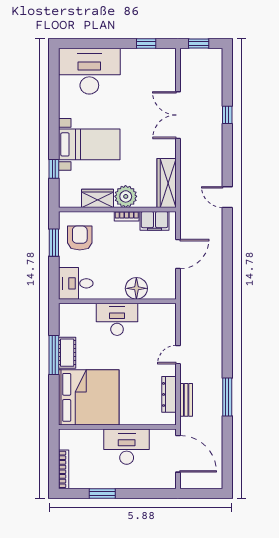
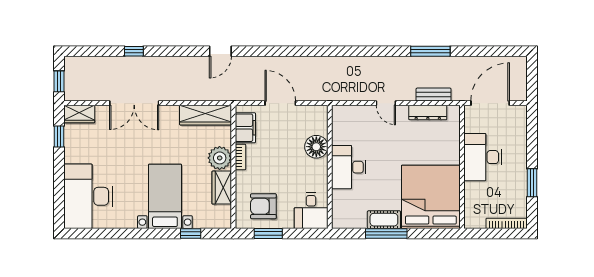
wardrobe: (168, 63) -> (79, 114), added

